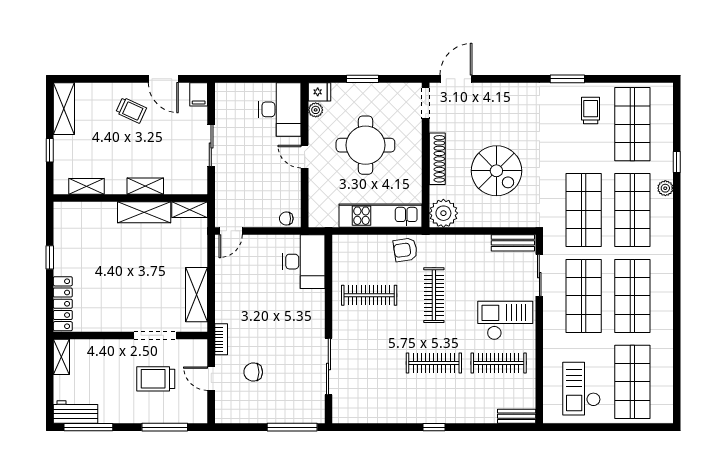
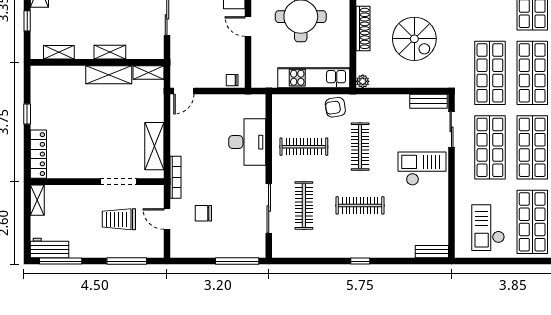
plant: (443, 213) -> (363, 81), width x0.53, depth x0.53
desk: (304, 262) -> (247, 142), moved
bookcase: (221, 339) -> (176, 177), width x1.56
clothes rail: (499, 363) -> (304, 205), moved, turned 90

